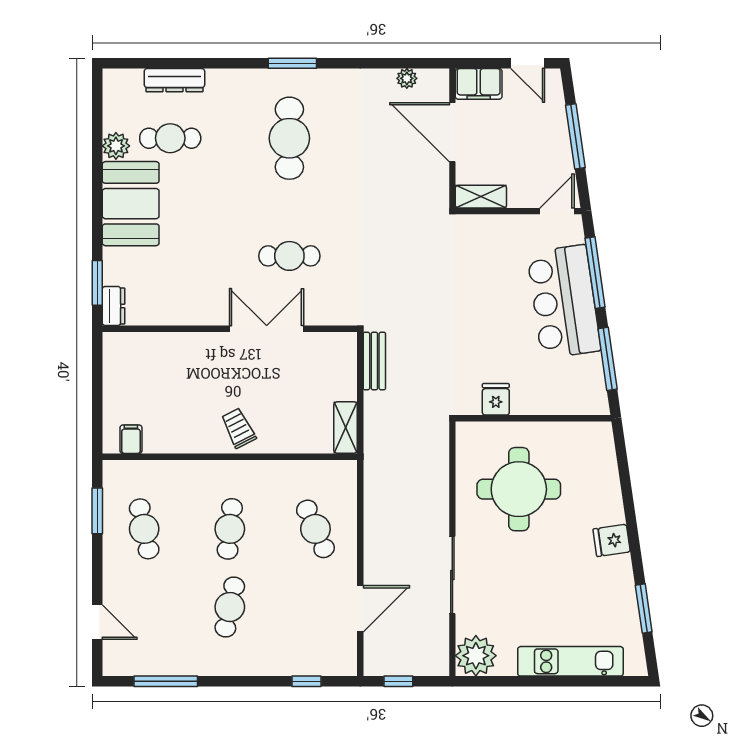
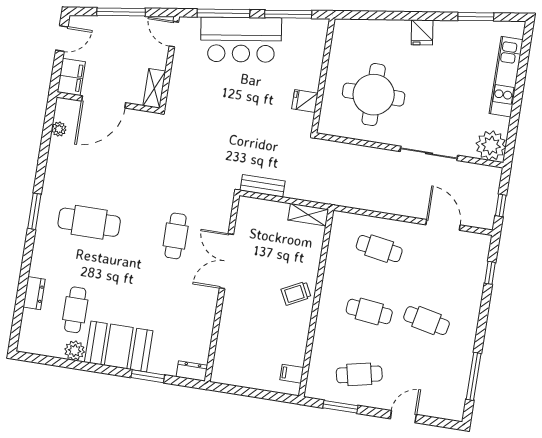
dresser: (174, 80) -> (34, 293), width x0.70
window: (97, 283) -> (148, 376), moved
cafe table: (315, 529) -> (379, 249), turned 33
door: (97, 622) -> (403, 417), moved

